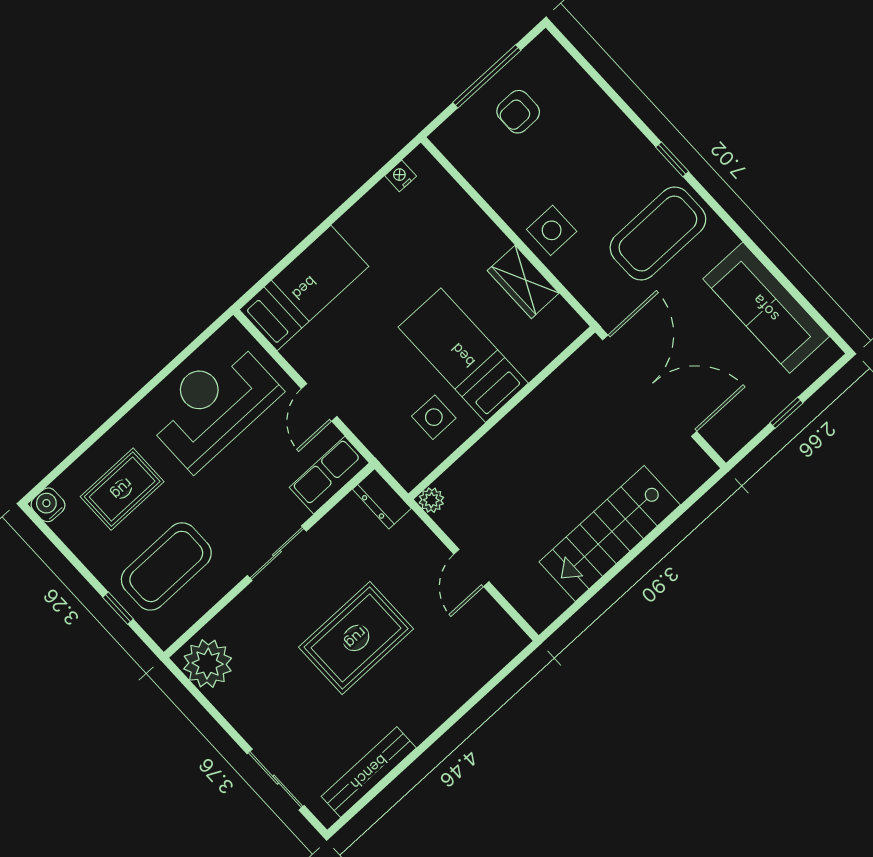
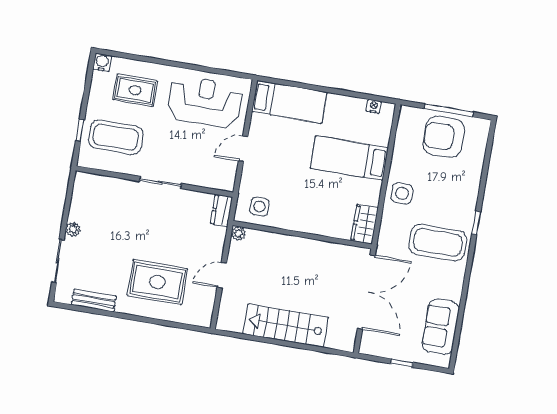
armchair: (518, 112) -> (444, 137), width x1.88, depth x1.88
wardrobe: (523, 282) -> (365, 224), moved
sofa: (766, 308) -> (441, 327), width x0.73
bed: (463, 355) -> (349, 158), moved, turned -90
side table: (434, 417) -> (259, 207), moved
row of seats: (329, 475) -> (214, 179), removed
rug: (356, 638) -> (157, 282), moved
plant: (208, 664) -> (73, 229), moved, width x0.53, depth x0.53
bench: (369, 772) -> (94, 300), width x0.73

